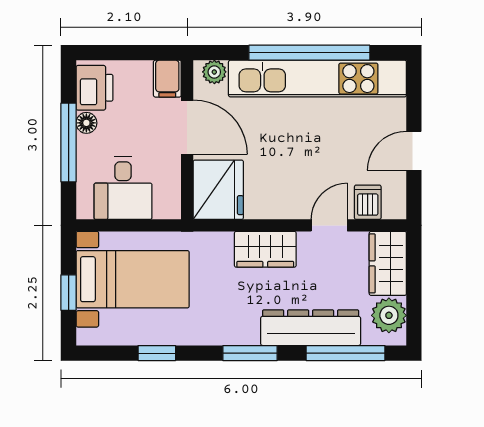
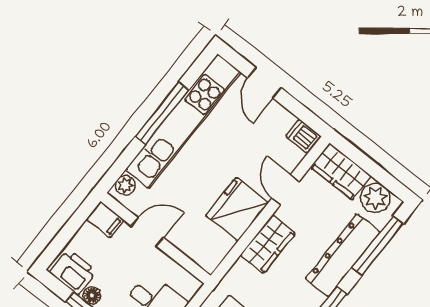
window: (309, 53) -> (162, 113), width x0.68
door: (187, 127) -> (147, 232), width x0.73
door: (414, 151) -> (264, 83), moved
fridge: (218, 190) -> (237, 209), moved, turned -90
dishwasher: (368, 202) -> (303, 136), moved

